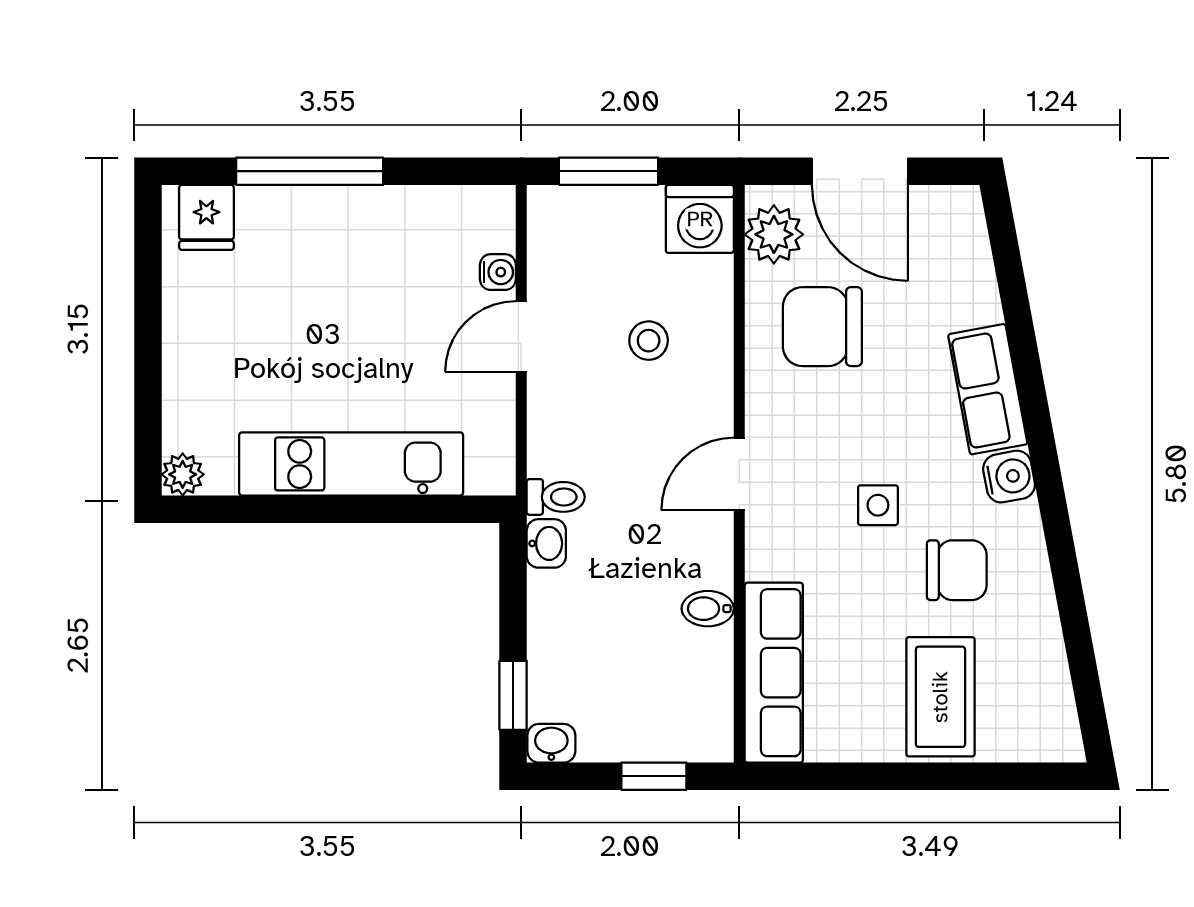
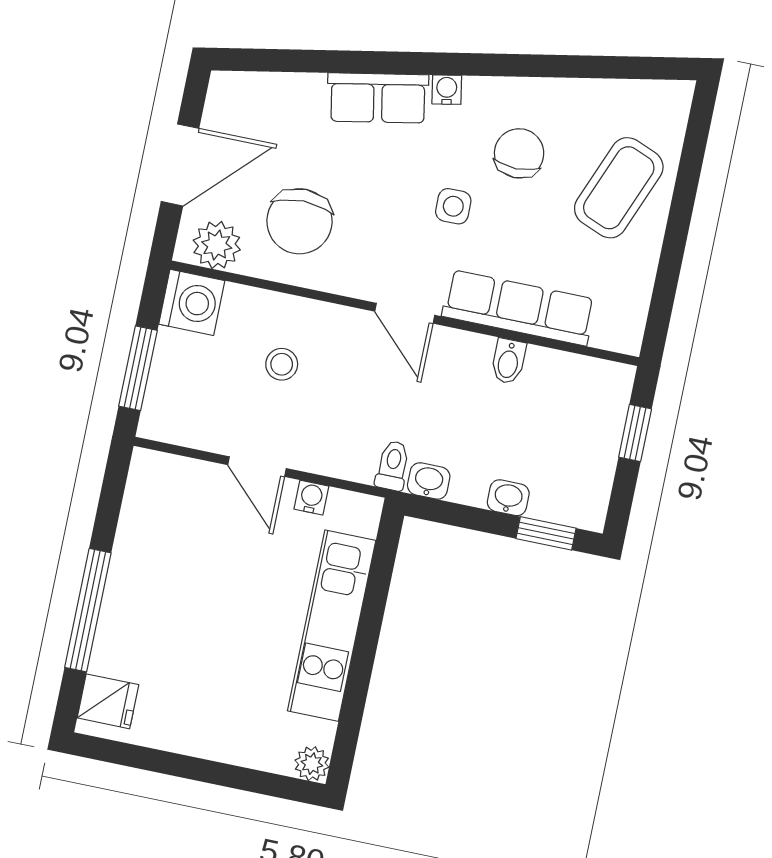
water cooler: (498, 272) -> (311, 498), moved
water cooler: (1009, 477) -> (447, 90), width x0.72, depth x0.72
row of seats: (774, 673) -> (519, 308), moved
coffee table: (940, 697) -> (619, 188), turned -68
washbasin: (551, 743) -> (508, 498), moved, turned 90

